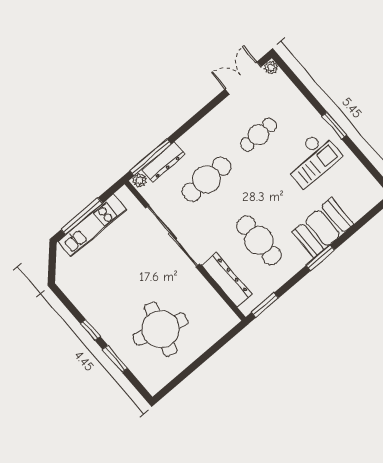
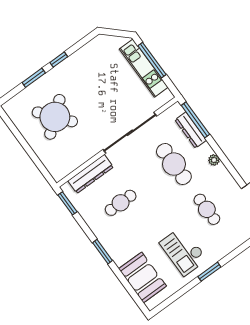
plant: (140, 180) -> (214, 160), moved
booth: (323, 228) -> (143, 277), moved
cafe table: (259, 241) -> (121, 203), width x0.73, depth x0.74
round table: (161, 329) -> (55, 117), turned 34

